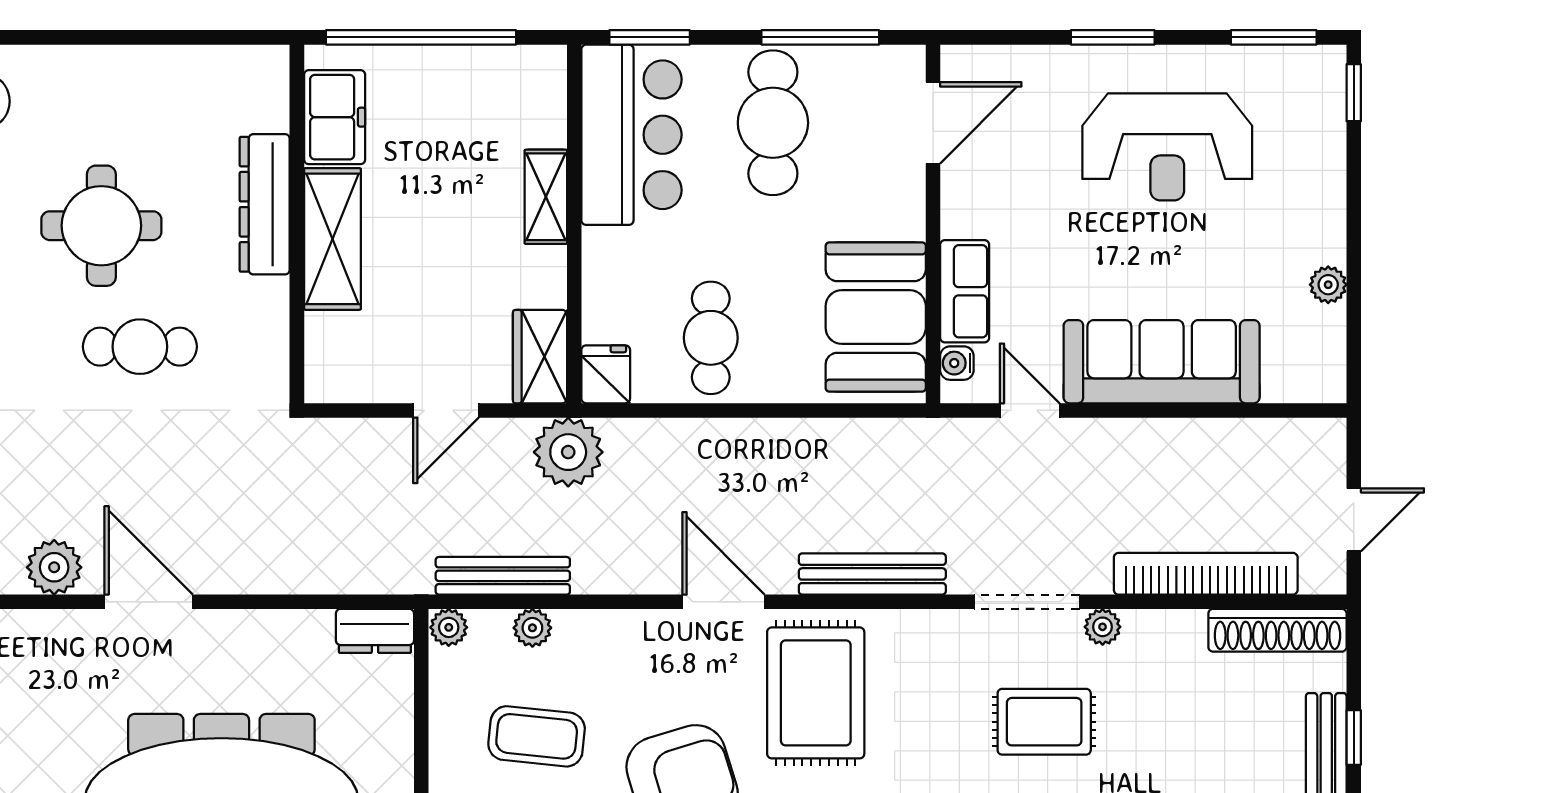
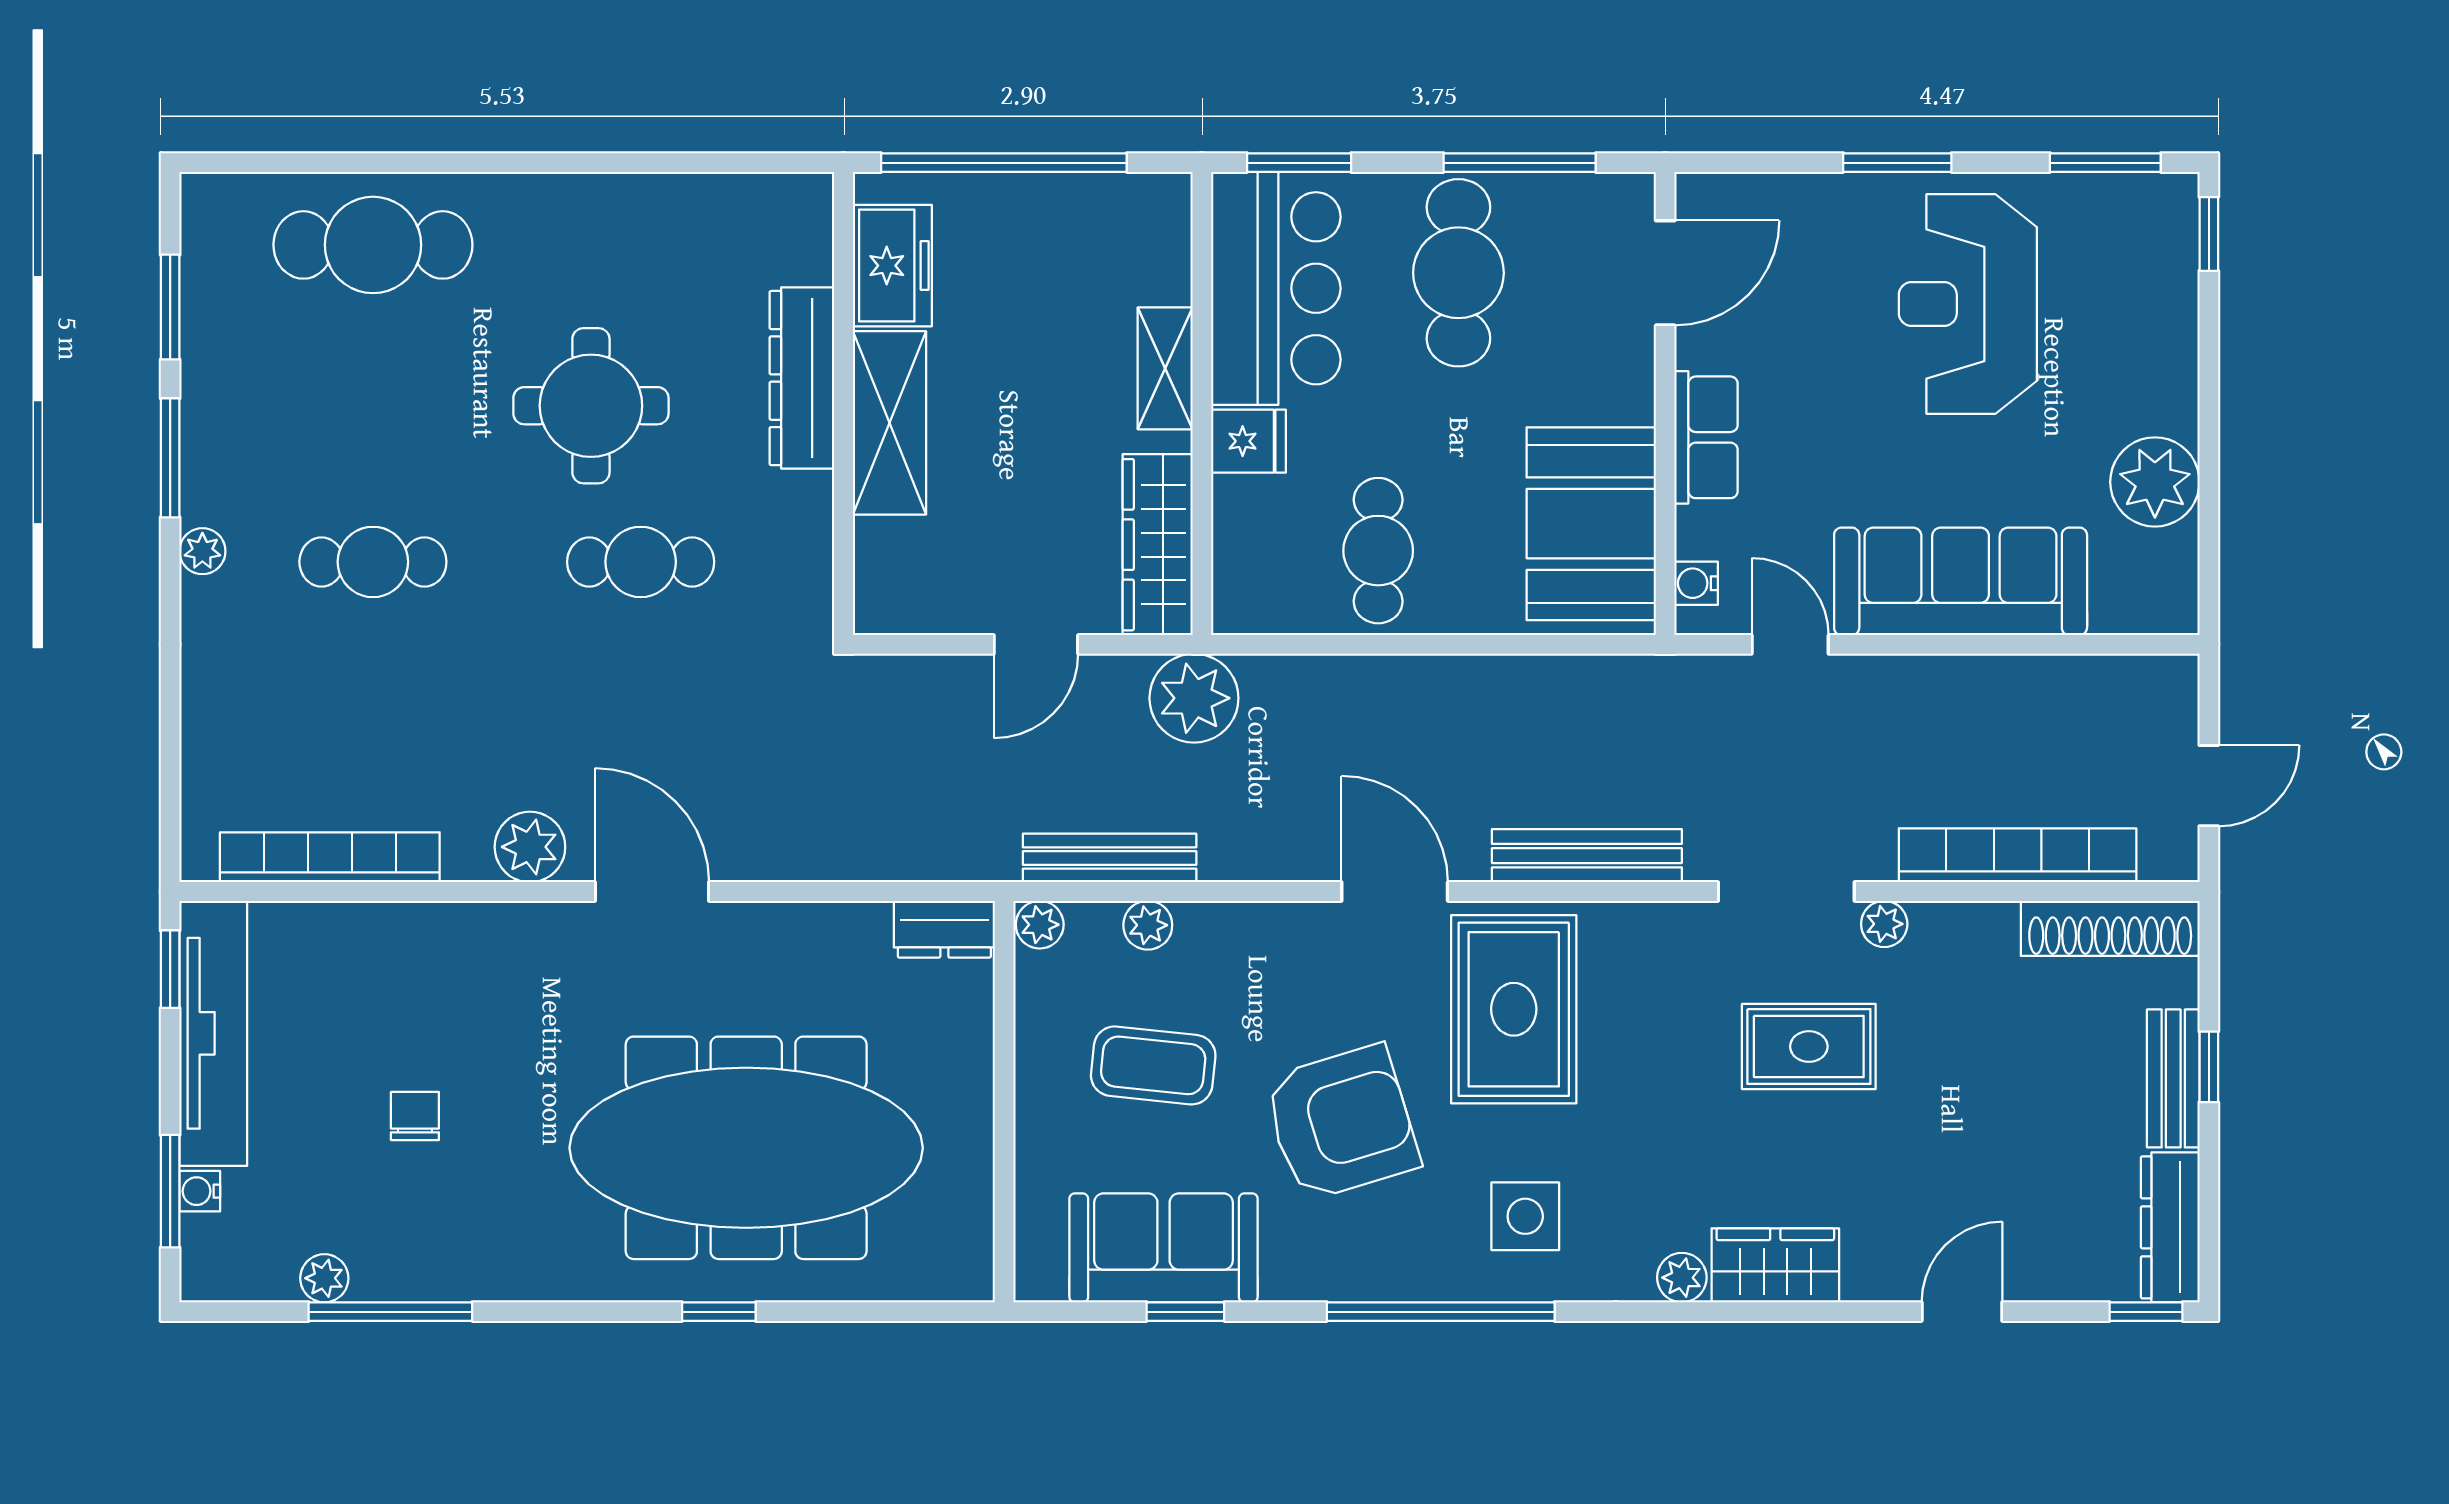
reception desk: (1167, 147) -> (1968, 304), turned 90
plant: (1328, 285) -> (2155, 482), width x1.87, depth x1.87
row of seats: (965, 291) -> (1706, 437), moved
wardrobe: (540, 357) -> (1158, 545), width x1.50
fridge: (606, 374) -> (1249, 441), moved, turned 90

